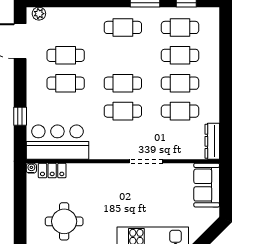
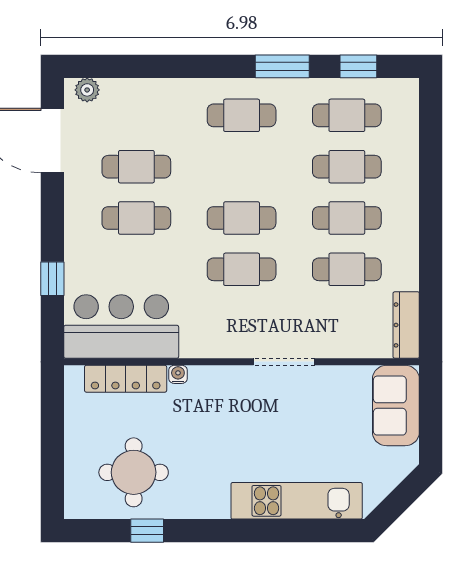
water cooler: (31, 168) -> (178, 374), moved
locker: (52, 171) -> (126, 379), width x1.53

